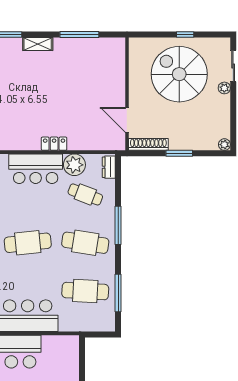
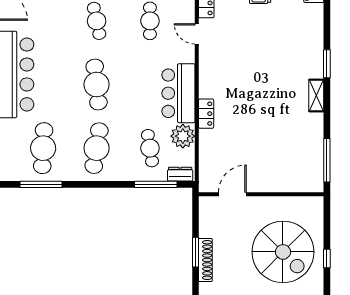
window: (79, 34) -> (327, 160), moved
spiral stairs: (179, 74) -> (283, 252), turned 90
shoe rack: (148, 144) -> (205, 260), moved
cafe table: (85, 194) -> (150, 148), turned -30
window: (118, 225) -> (156, 184), moved

